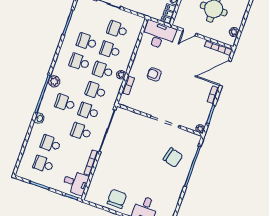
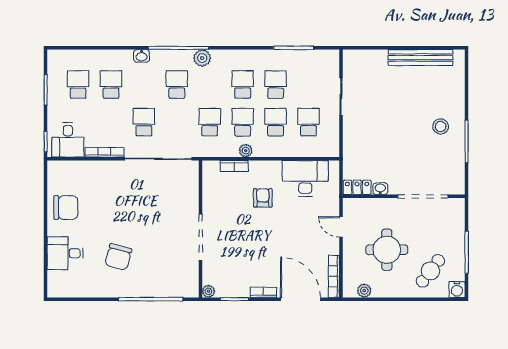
desk: (159, 35) -> (305, 178), moved, turned -90
school desk: (88, 111) -> (177, 122), removed
chair: (173, 158) -> (118, 257), moved

